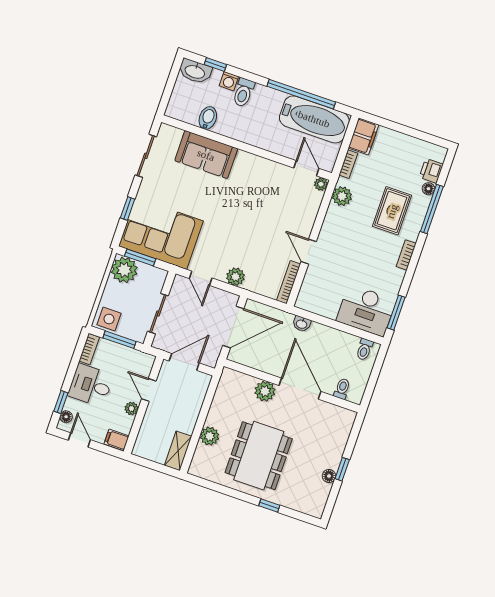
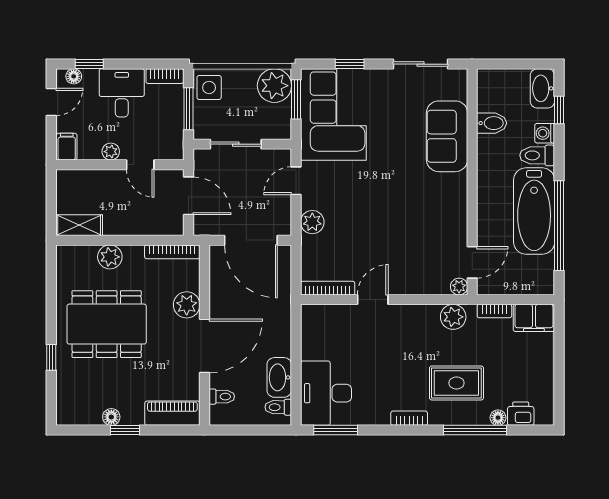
bathtub: (314, 119) -> (534, 211), moved
washbasin: (302, 324) -> (279, 377), moved, width x1.91, depth x1.45
bookcase: (222, 388) -> (172, 252), added
door: (149, 390) -> (140, 165), swing flipped
piano: (342, 430) -> (172, 413), added

